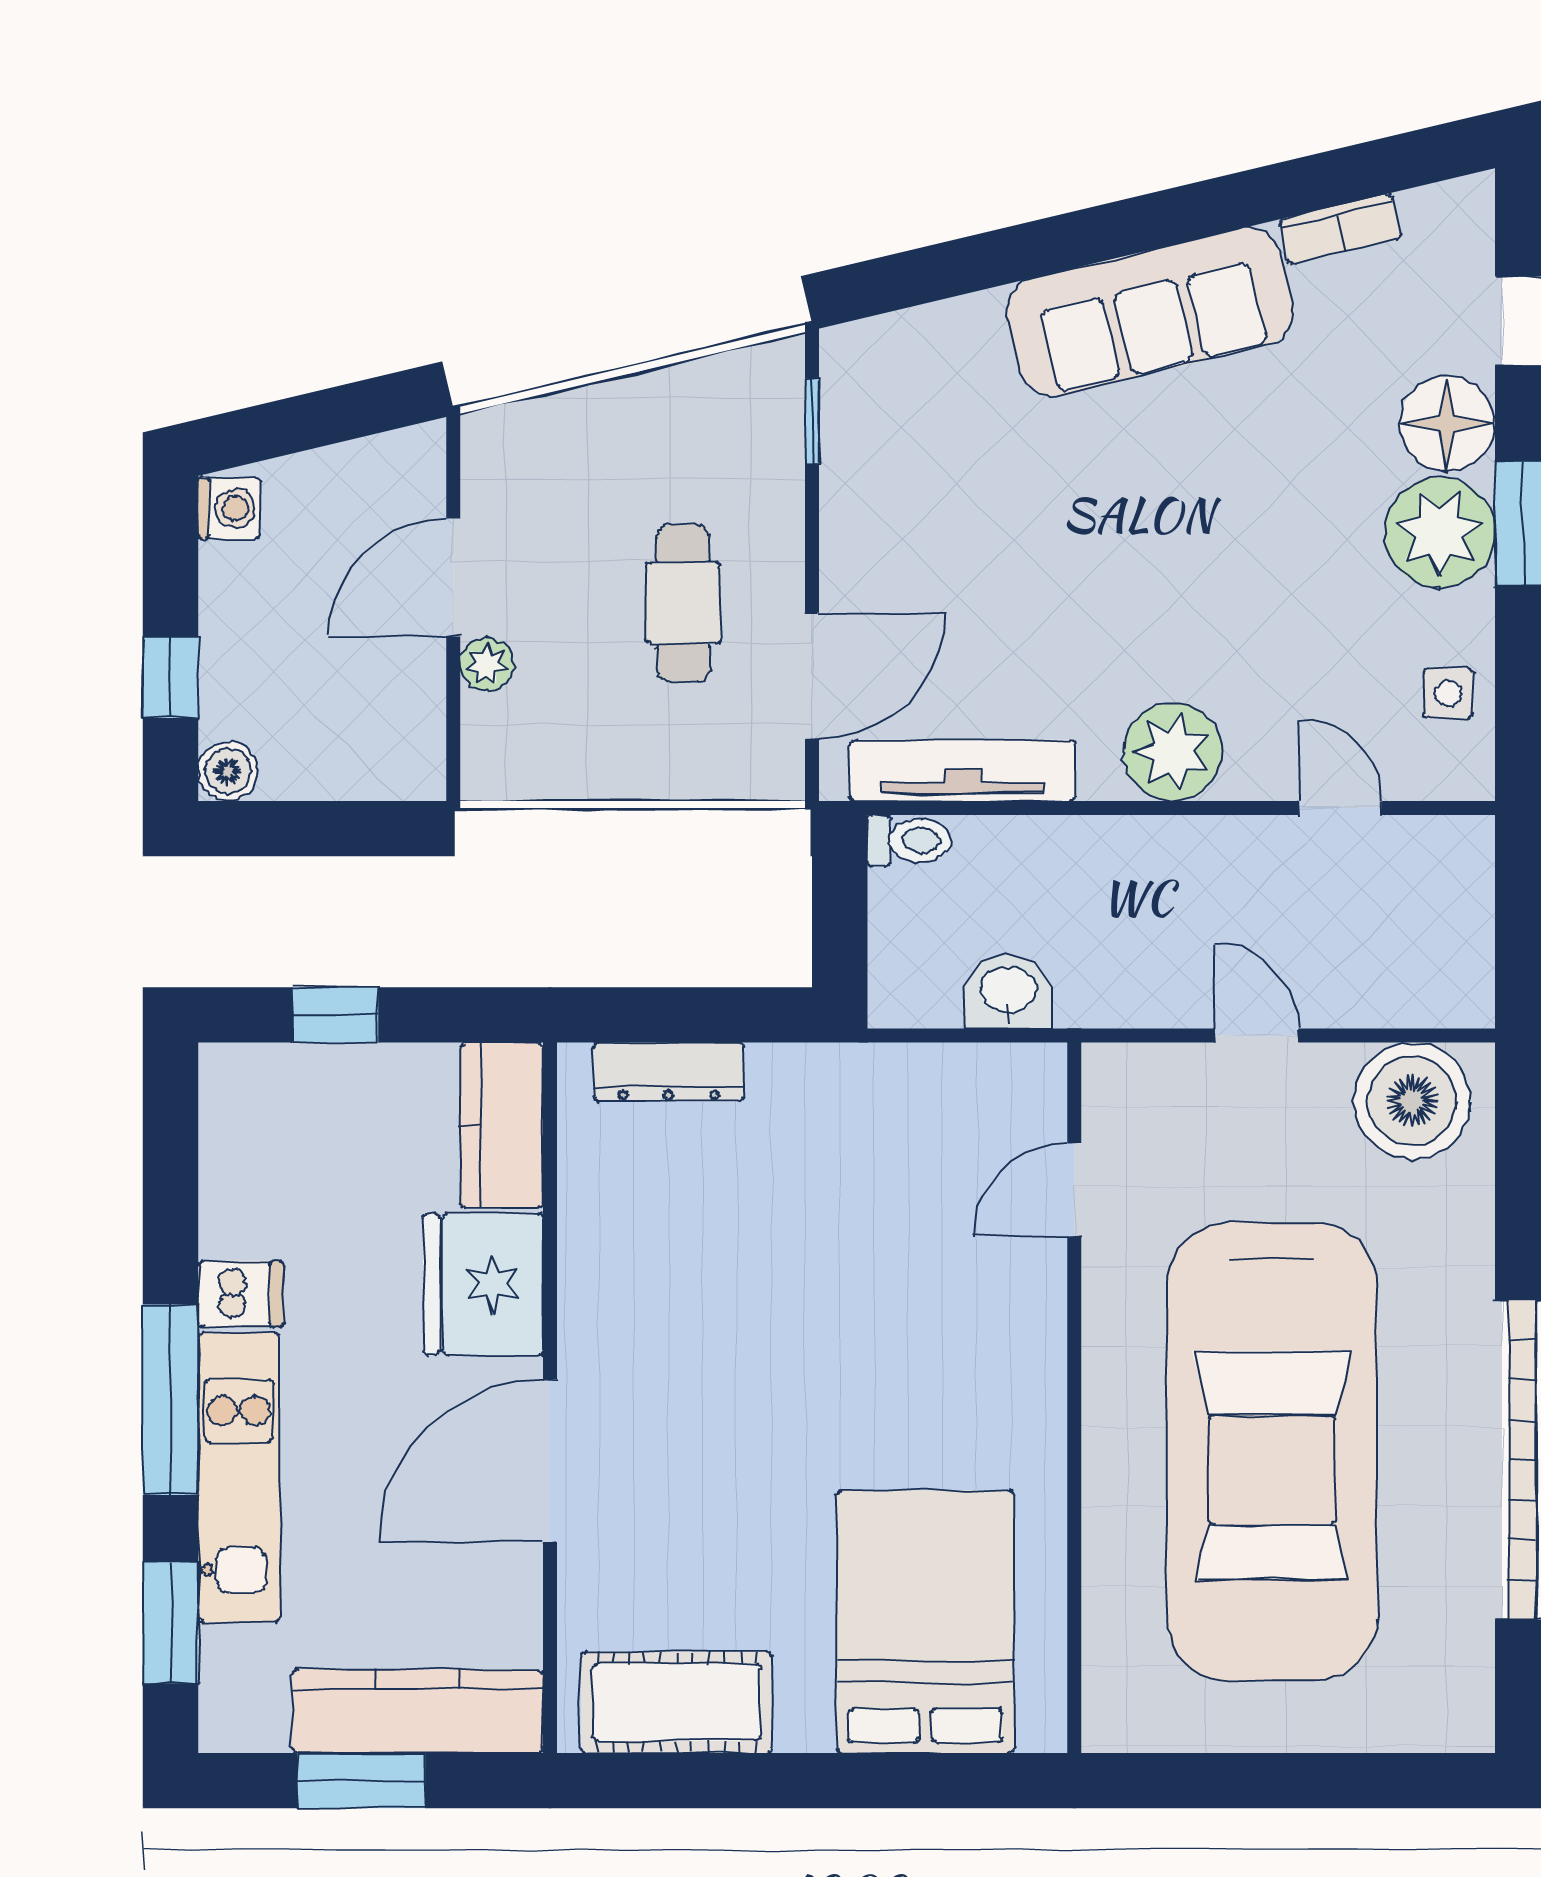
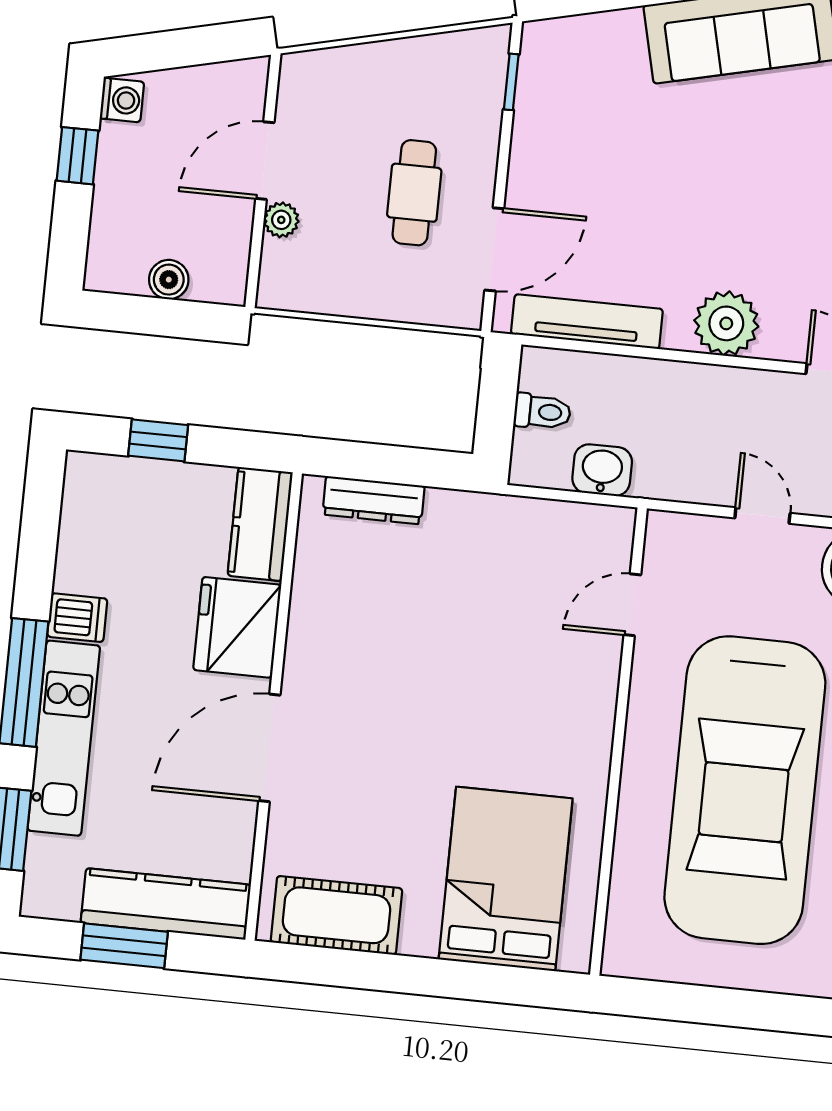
window: (170, 677) -> (77, 156), moved
boiler: (228, 771) -> (169, 280), moved
toilet: (909, 841) -> (542, 412), moved

